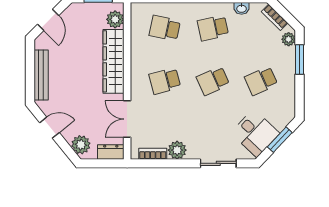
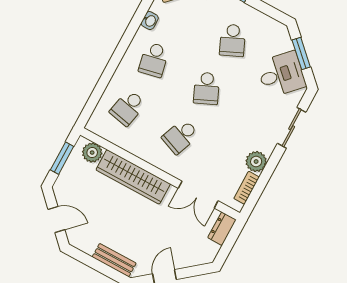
bench: (41, 75) -> (114, 260), width x0.73
school desk: (165, 81) -> (180, 136), turned 36
plant: (81, 145) -> (199, 255), removed

